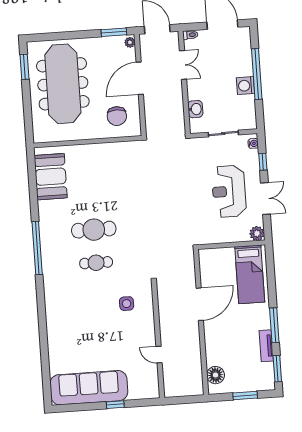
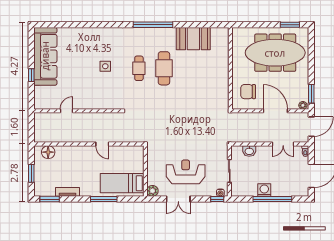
window: (263, 162) -> (217, 199), moved
booth: (51, 177) -> (193, 39), moved
side table: (127, 304) -> (105, 66), moved
door: (200, 304) -> (102, 144), width x0.53
window: (274, 325) -> (104, 199), moved

